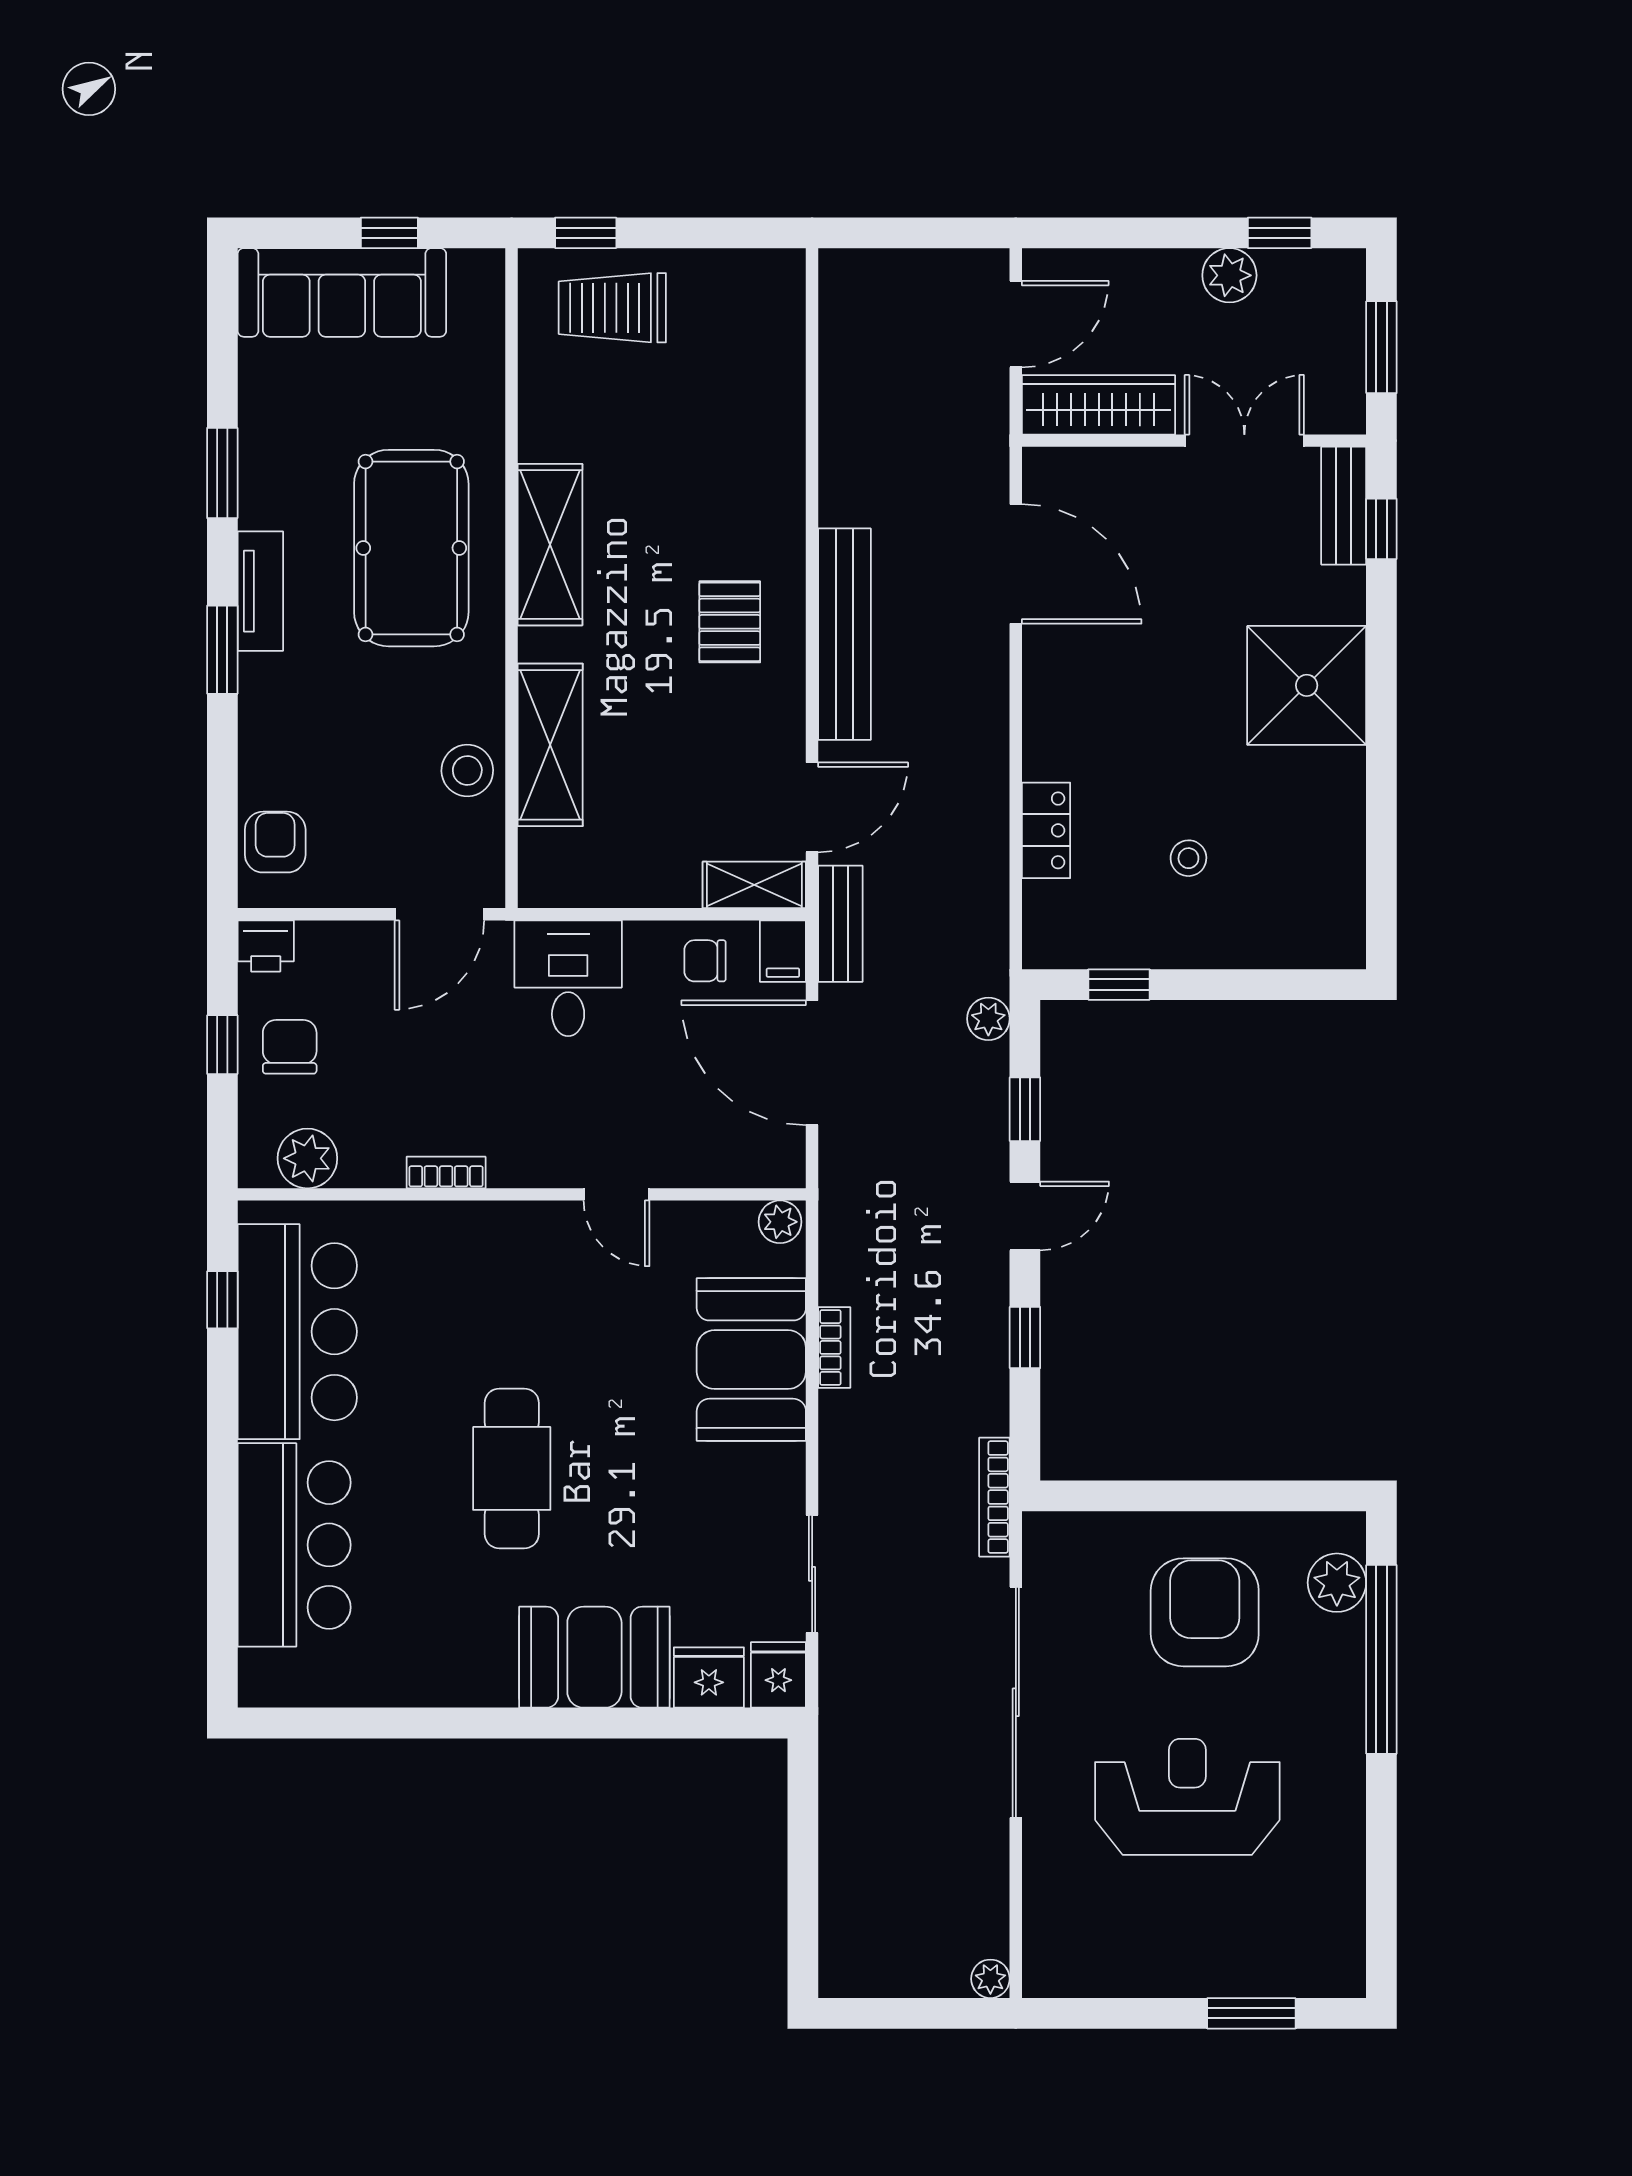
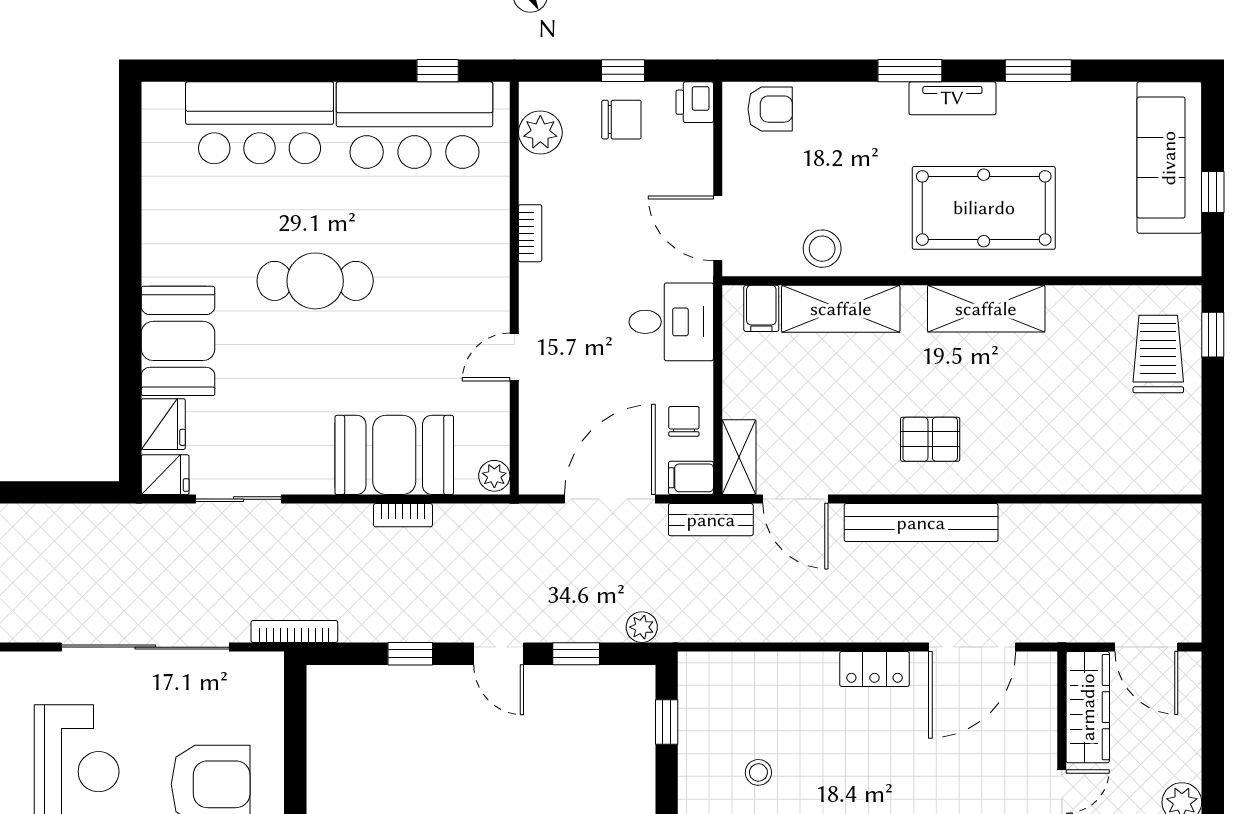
locker: (1046, 830) -> (874, 669), moved
filing cabinet: (550, 854) -> (761, 308), added

